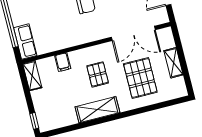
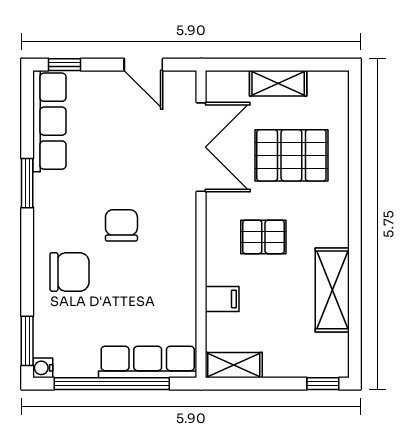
row of seats: (25, 42) -> (148, 362), width x1.48
shelving: (97, 110) -> (332, 290), moved

